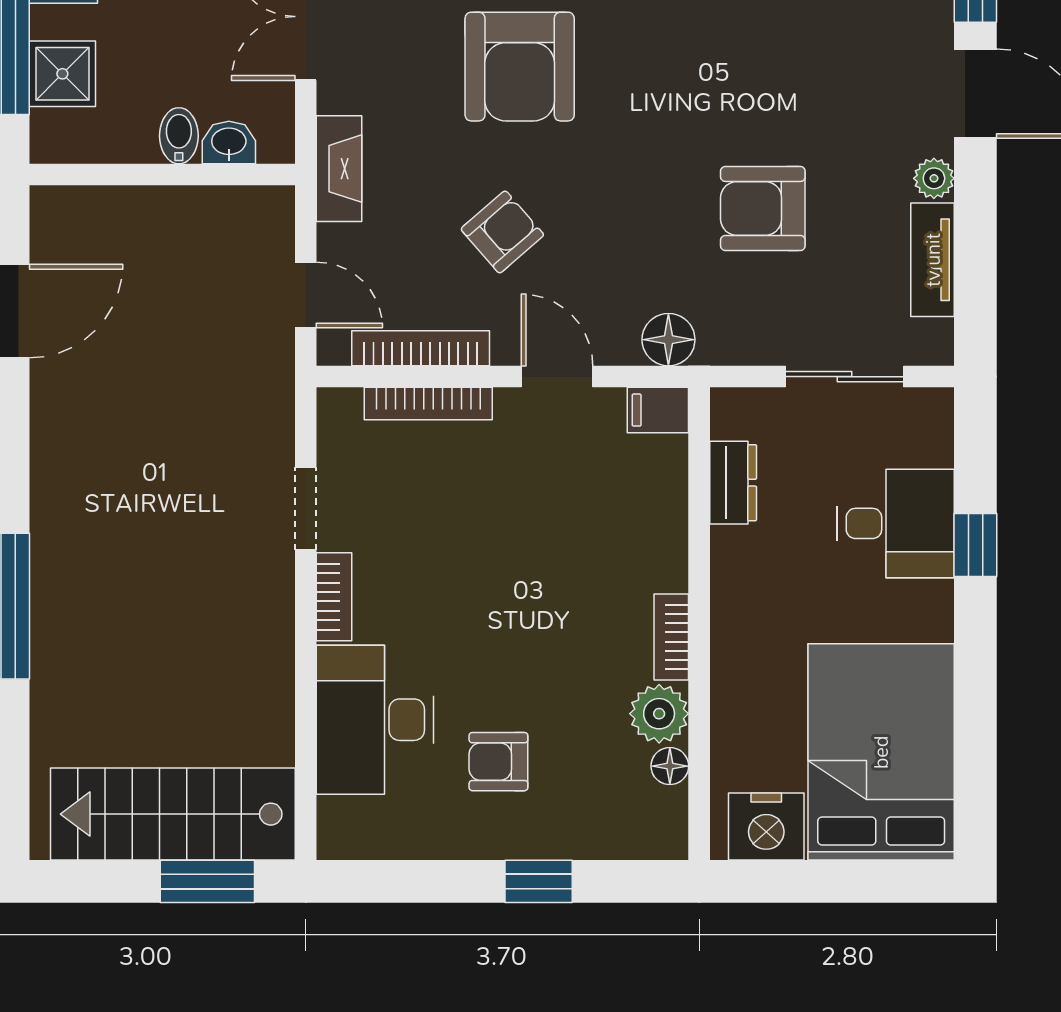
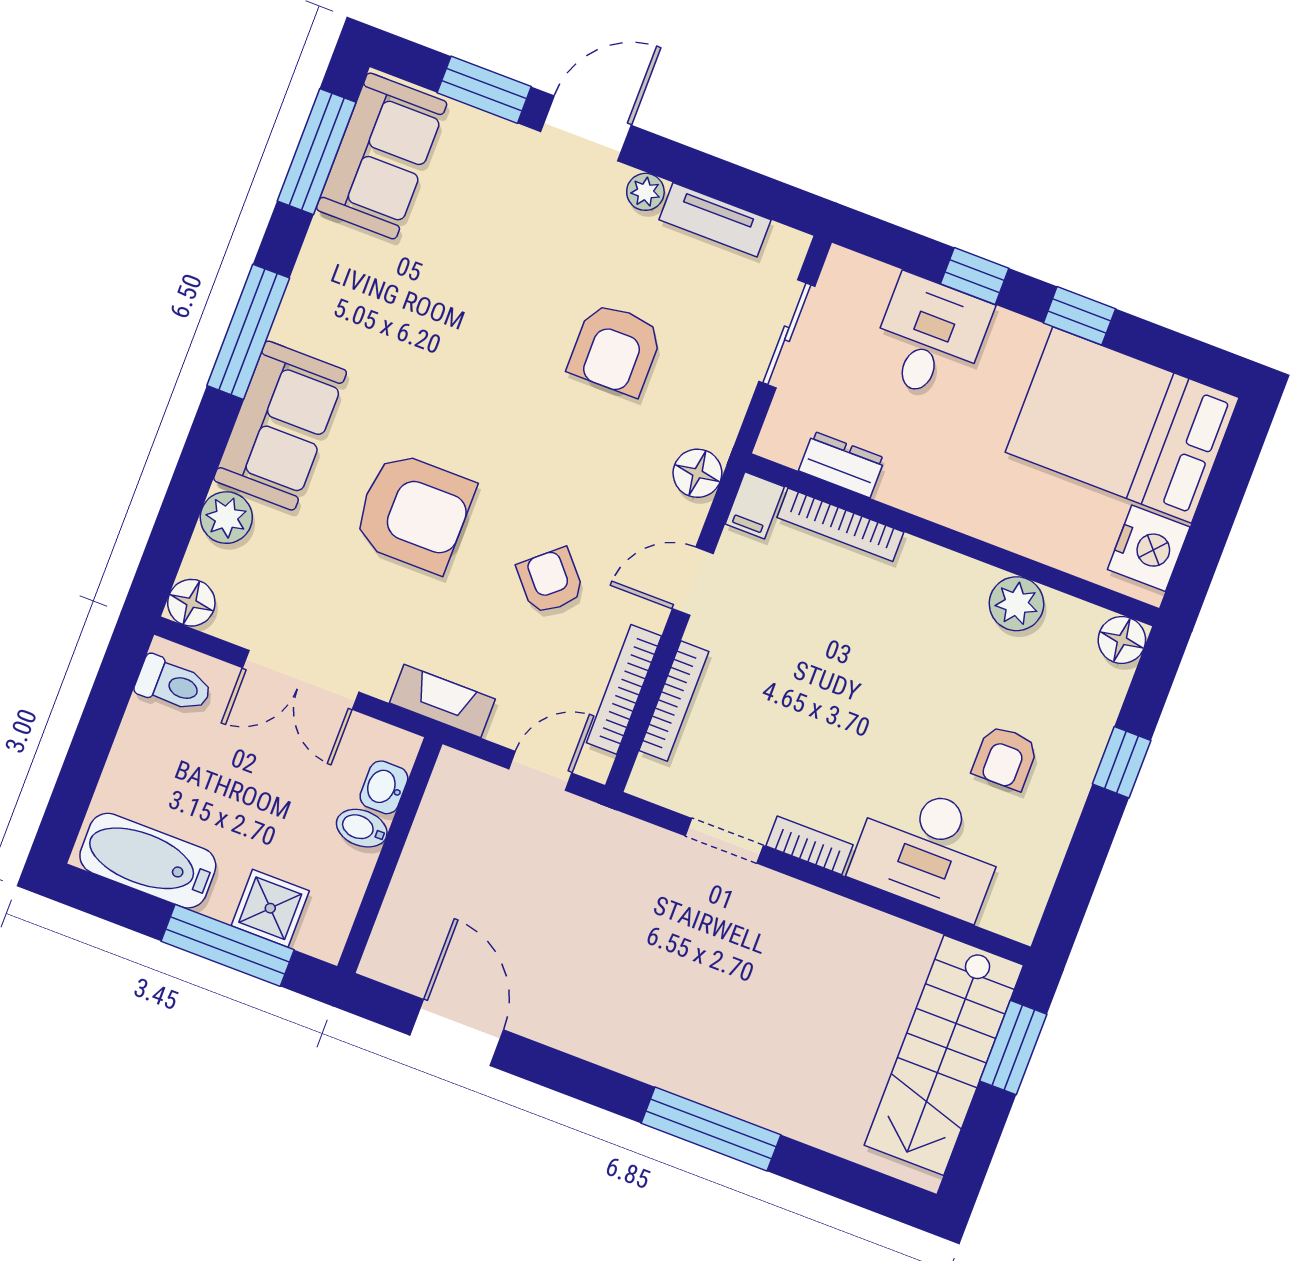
bookcase: (671, 637) -> (840, 525), moved, width x1.56
window: (975, 667) -> (1079, 316), added
floor lamp: (670, 766) -> (1122, 640), moved, width x1.37, depth x1.37

